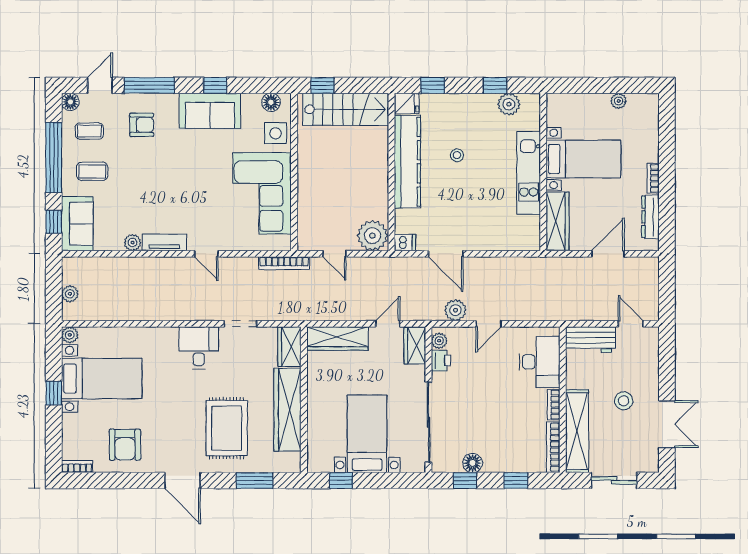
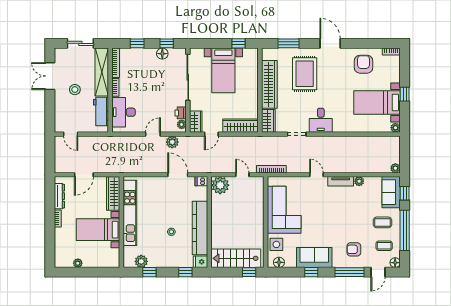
kitchen unit: (529, 173) -> (130, 213), width x1.36
plant: (70, 294) -> (395, 168), moved
workbench: (591, 340) -> (101, 111), moved, turned -90

